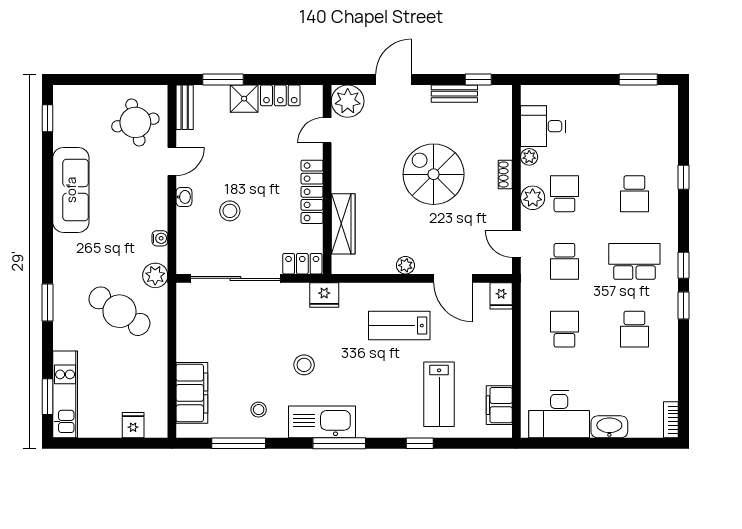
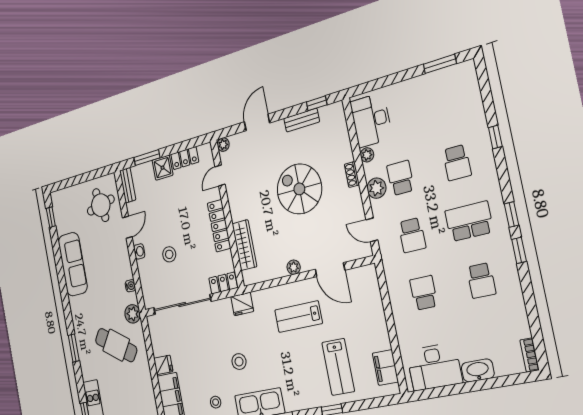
plant: (348, 101) -> (223, 145), width x0.53, depth x0.53
desk: (543, 126) -> (371, 120), width x1.37
fridge: (501, 296) -> (163, 365), moved, turned -90

